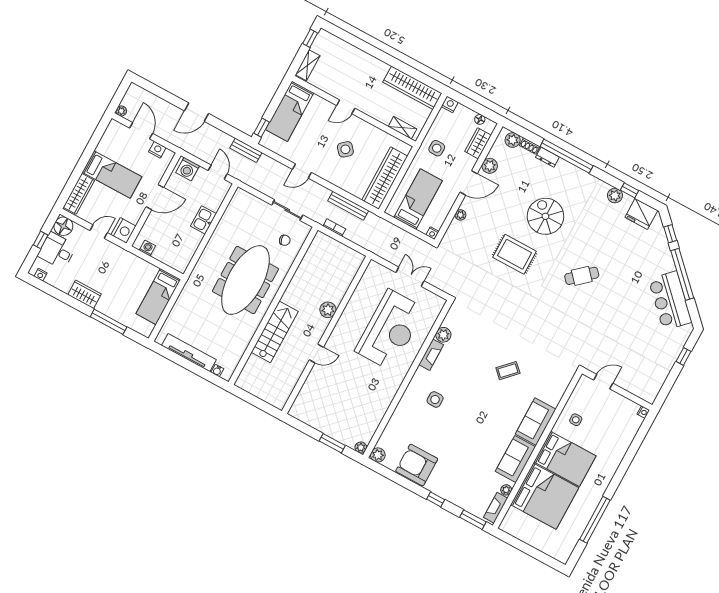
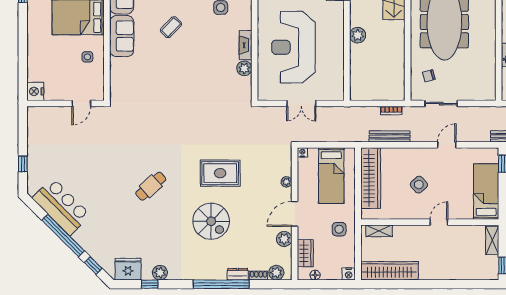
coffee table: (508, 371) -> (171, 27), moved
nightstand: (643, 412) -> (35, 91), width x1.89, depth x1.79

